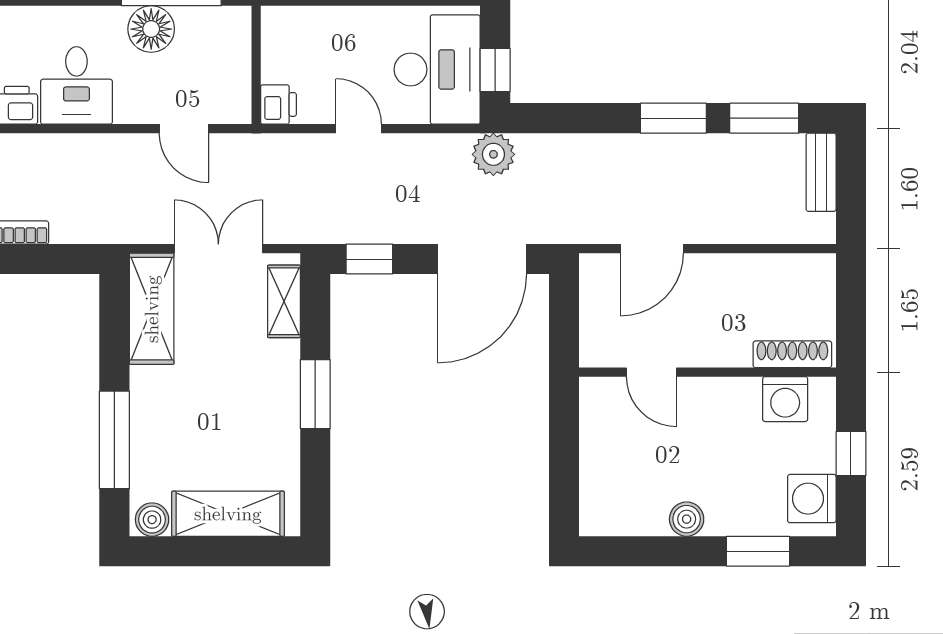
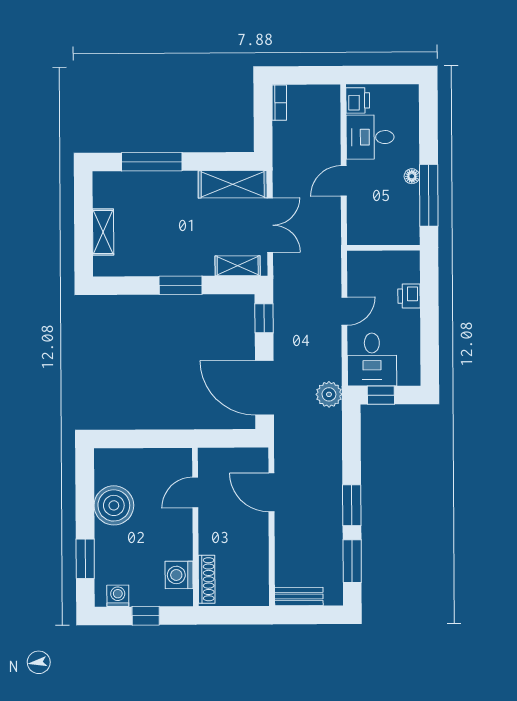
floor lamp: (151, 29) -> (412, 176), width x0.53, depth x0.53
desk: (437, 69) -> (372, 359), width x0.73
printer: (278, 104) -> (409, 296), moved, turned 90
door: (184, 129) -> (344, 181), moved
bench: (821, 172) -> (299, 596), moved
washing machine: (812, 499) -> (118, 596), width x0.73, depth x0.73
shelving: (228, 514) -> (103, 232), width x0.67, depth x0.75
boiler: (687, 519) -> (114, 505), width x1.86, depth x1.86
boiler: (152, 520) -> (103, 185), removed

